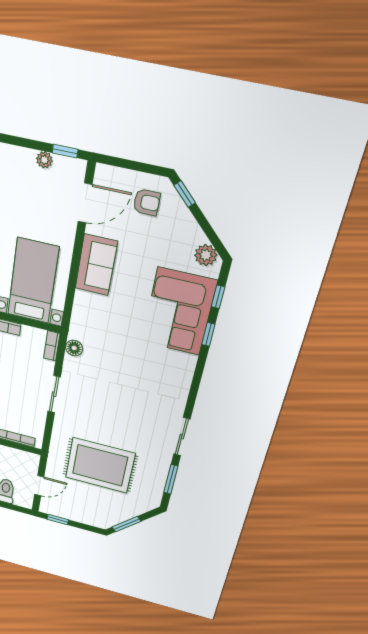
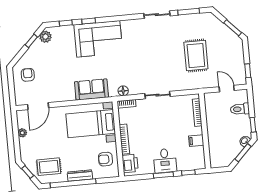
window: (65, 151) -> (15, 123), removed
window: (185, 194) -> (31, 41), moved
door: (85, 203) -> (38, 106), swing flipped
sofa: (96, 265) -> (91, 89), moved
corner sofa: (179, 312) -> (98, 39), moved
rug: (100, 465) -> (196, 56), width x0.73, depth x0.69

